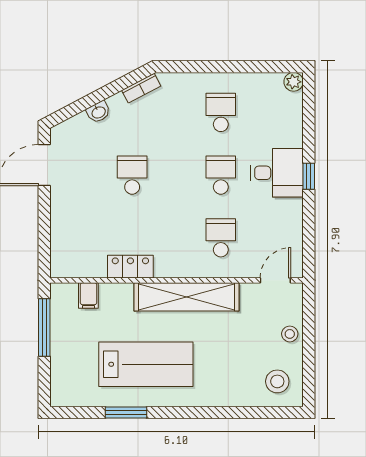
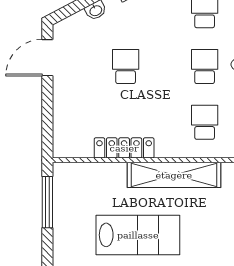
locker: (130, 267) -> (124, 148), width x1.53
filing cabinet: (88, 296) -> (87, 174), removed

